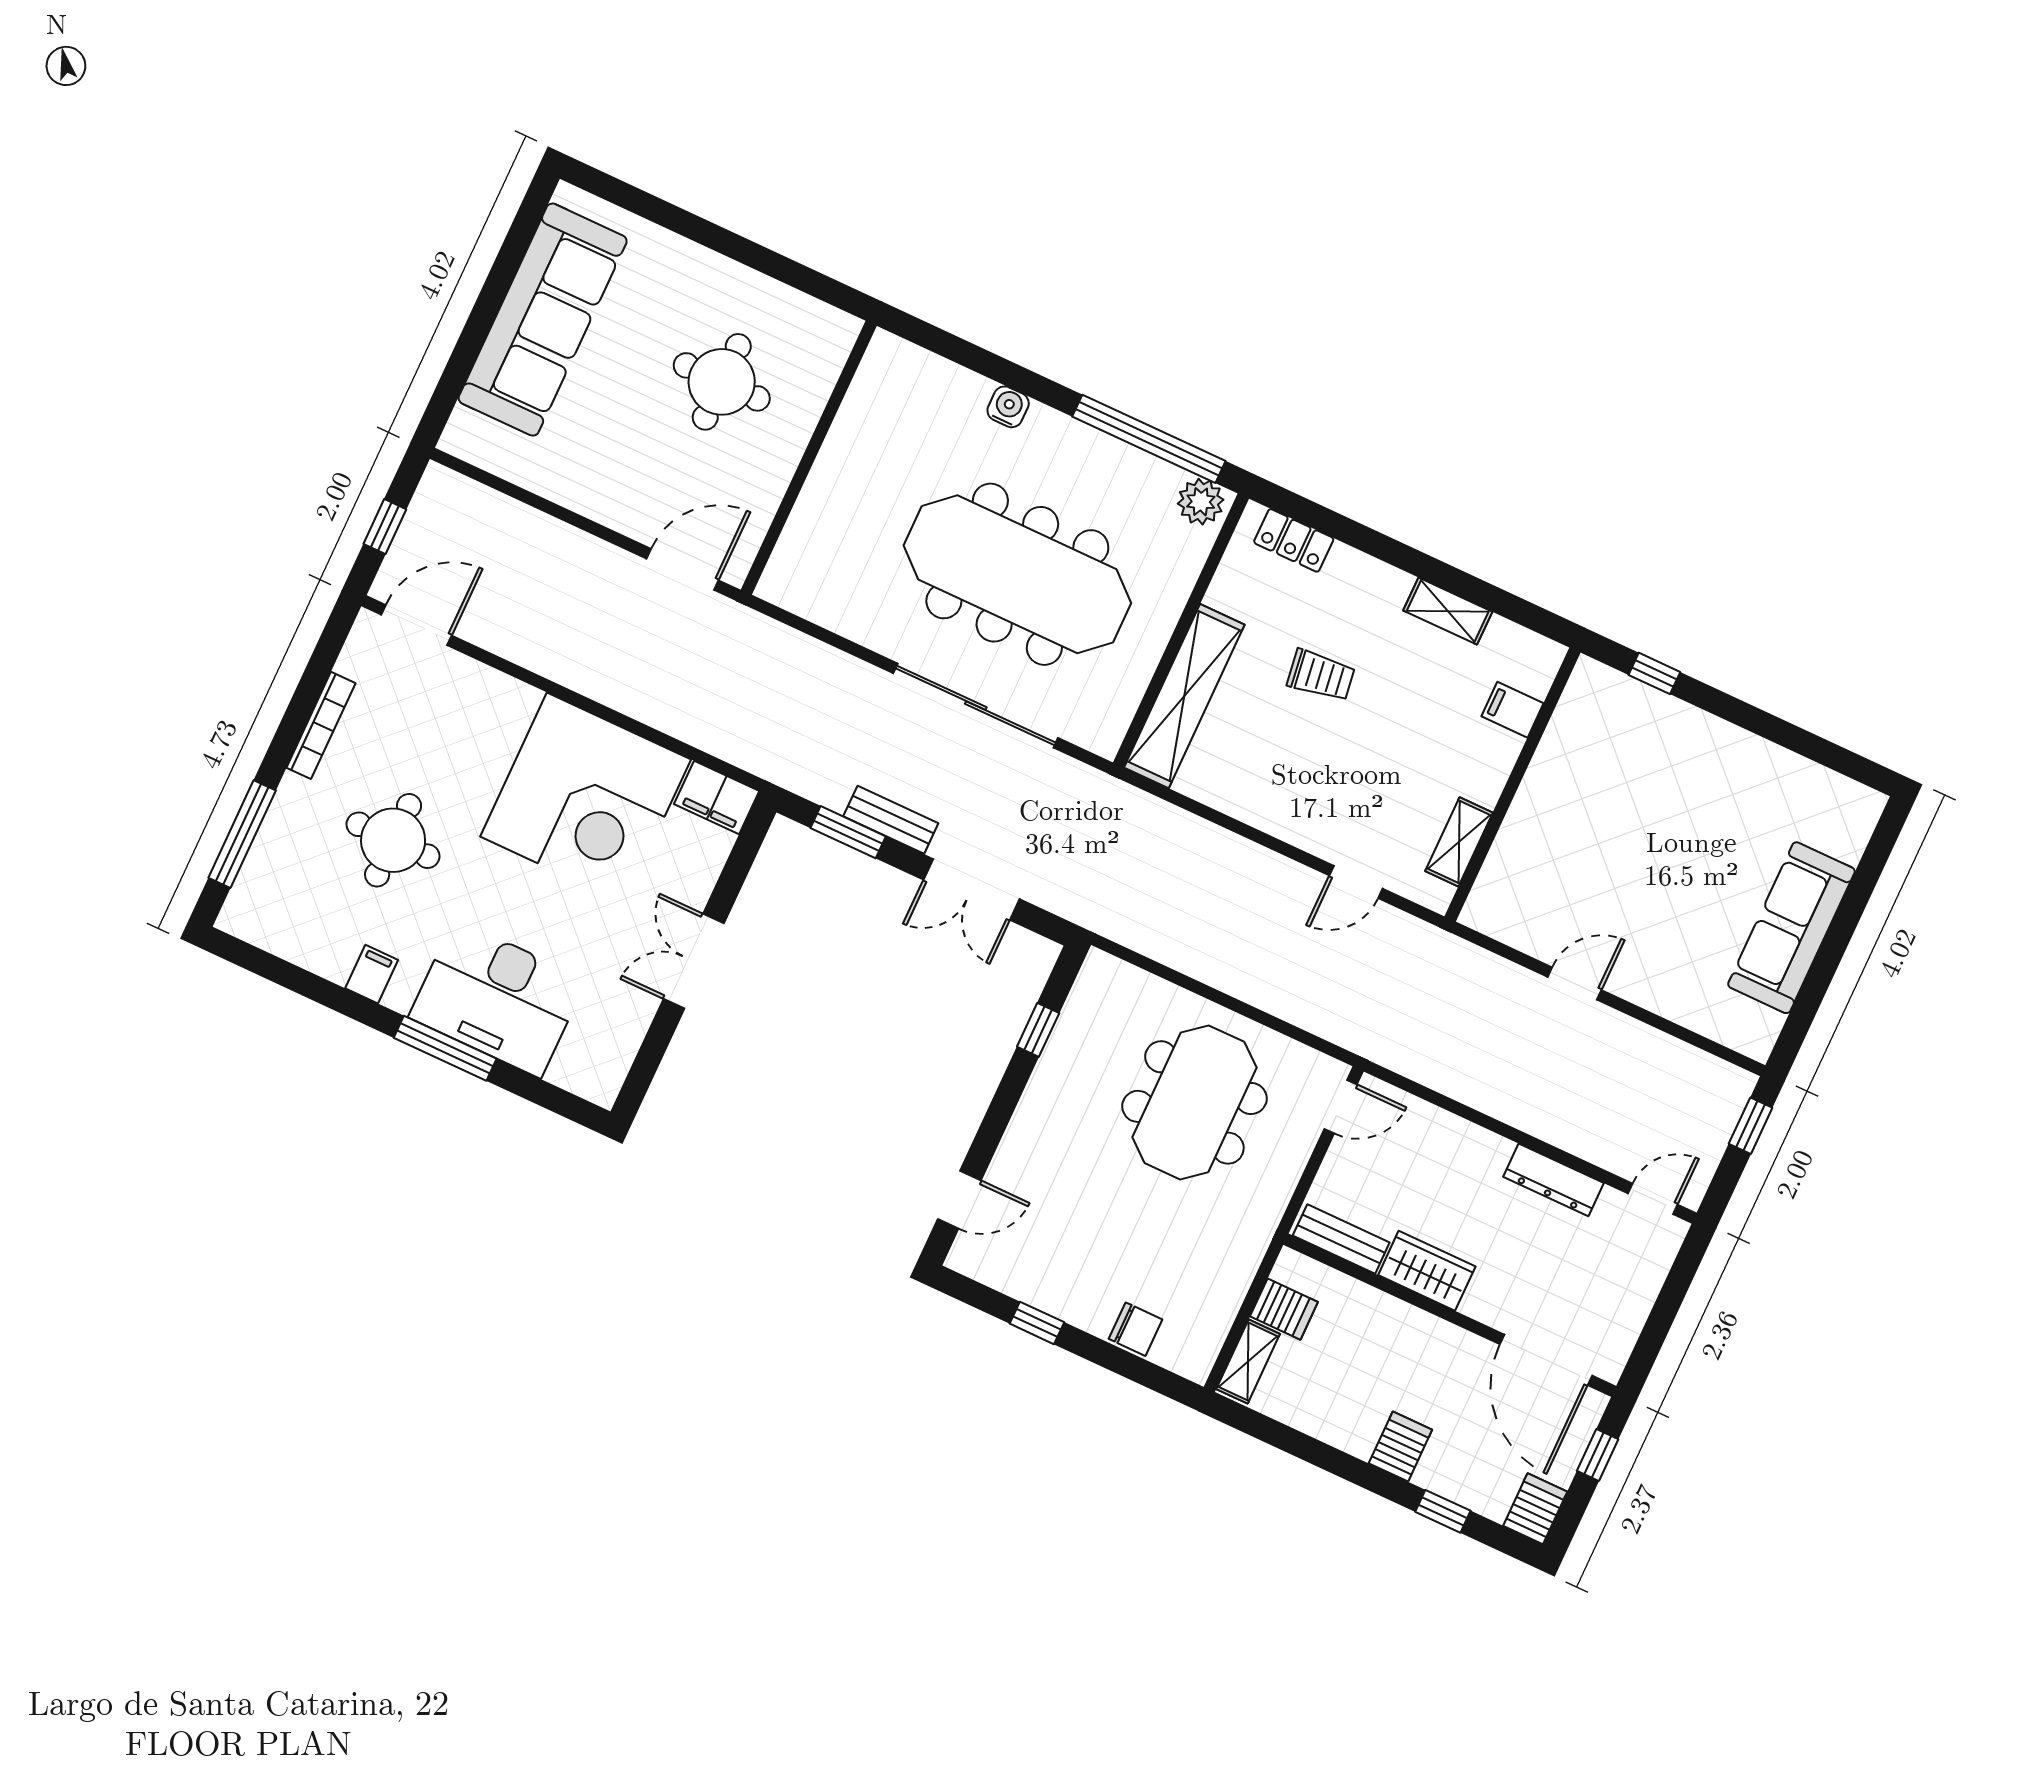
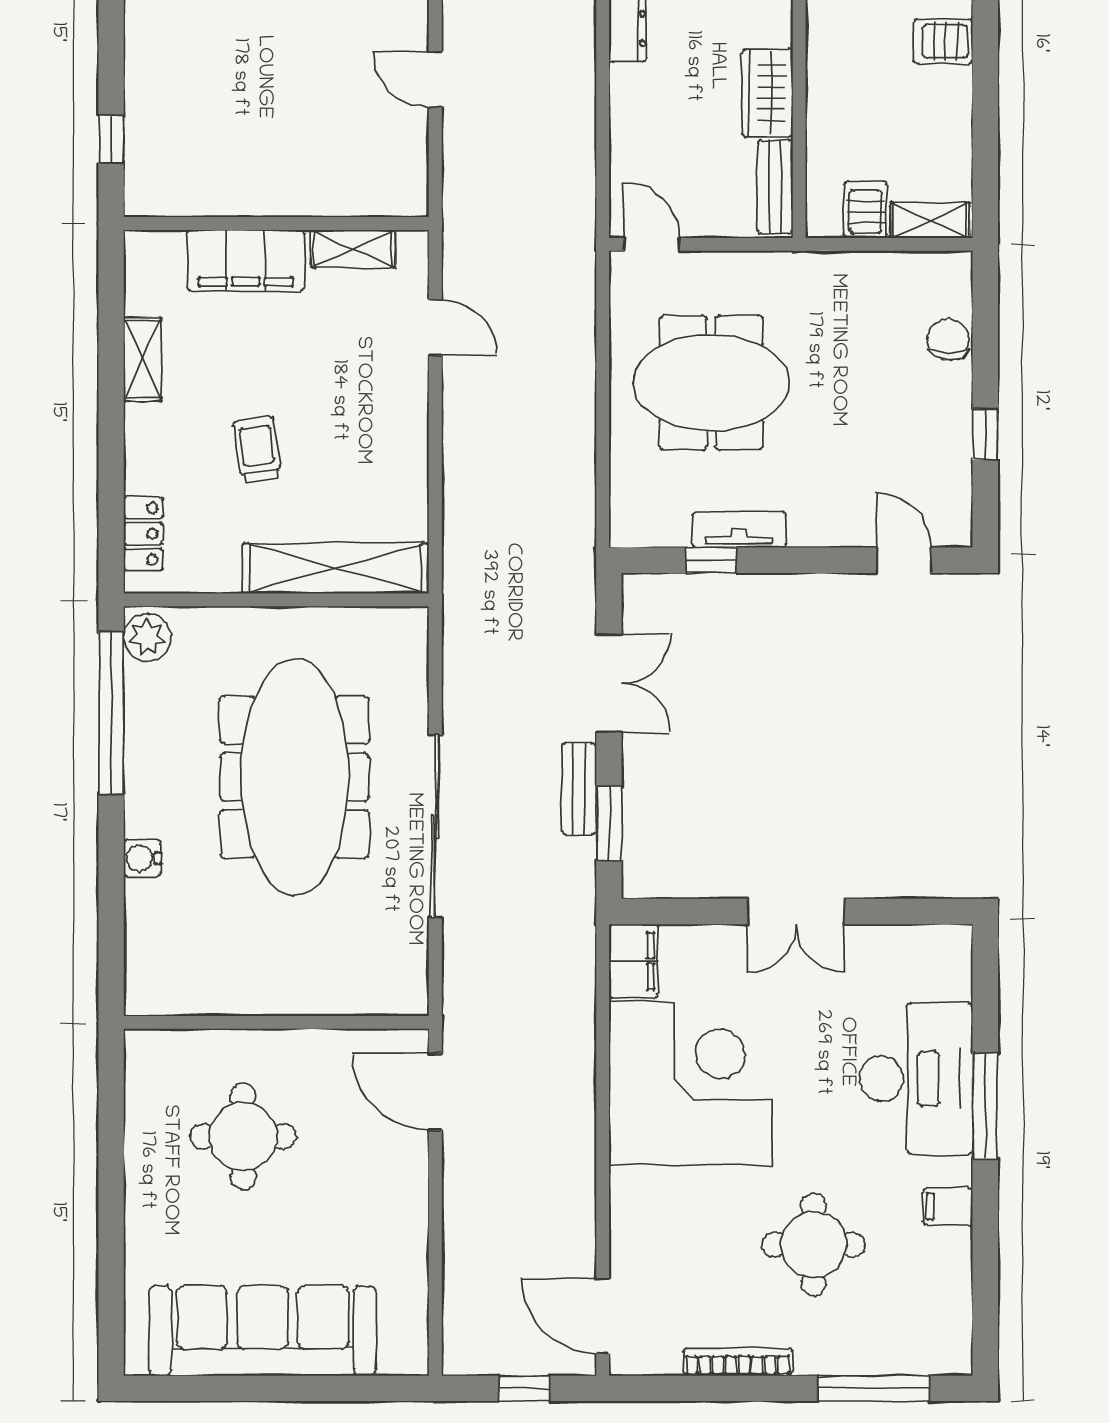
sliding door: (976, 706) -> (435, 826), moved
filing cabinet: (1512, 710) -> (246, 260), width x3.00, depth x1.17
tv unit: (1053, 1067) -> (739, 530), added

